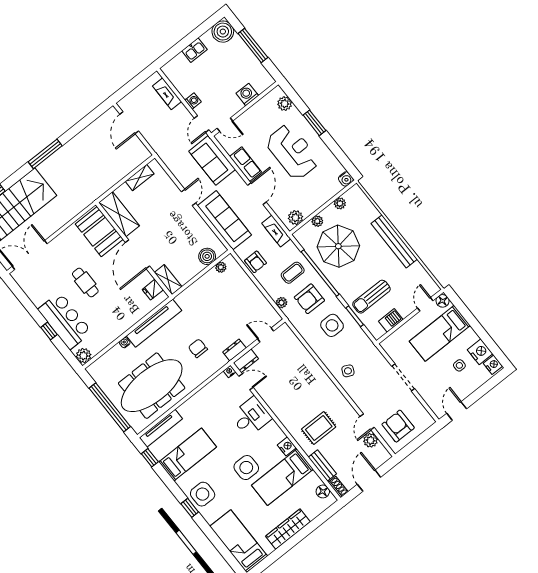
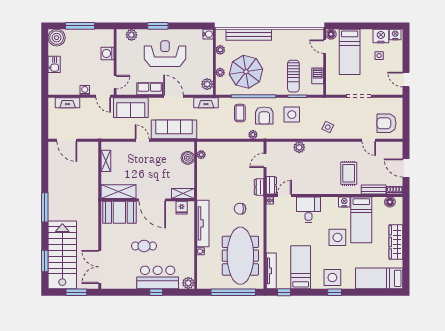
bench: (394, 241) -> (249, 35), moved
armchair: (255, 262) -> (215, 131), removed
plant: (370, 440) -> (299, 147), moved

